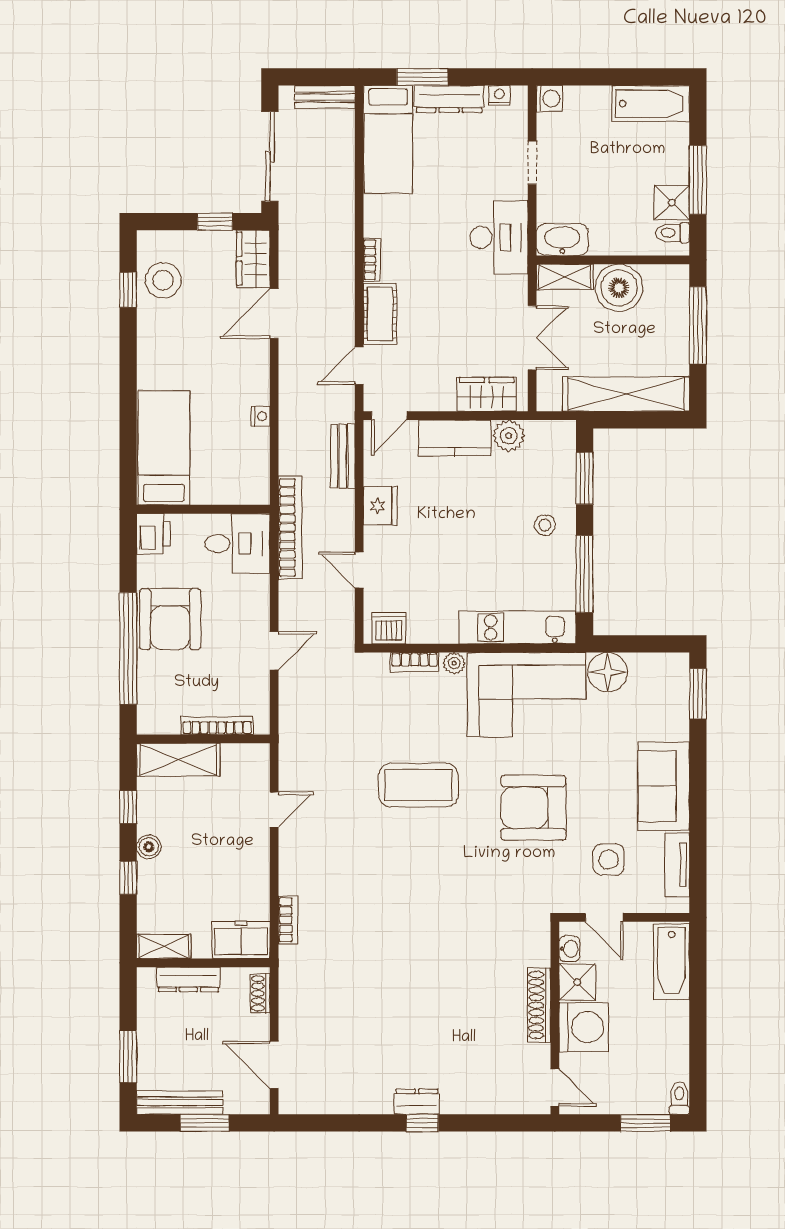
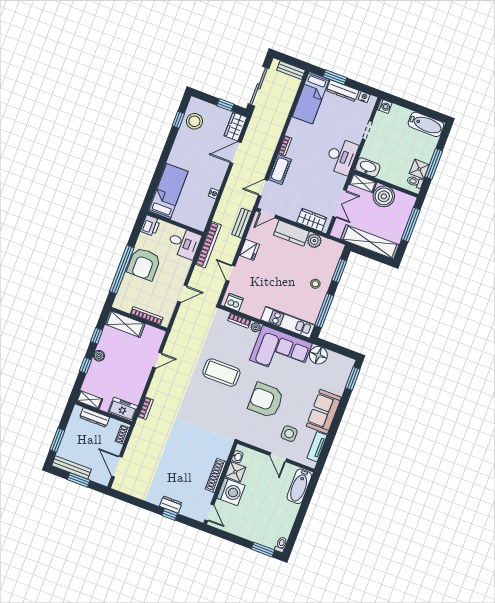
washbasin: (569, 949) -> (237, 457), moved
shower: (577, 982) -> (235, 472), moved
shoe rack: (539, 1005) -> (216, 475), moved
wall: (555, 1018) -> (220, 483), moved
washing machine: (584, 1027) -> (231, 492), moved
door: (555, 1088) -> (209, 512), moved

